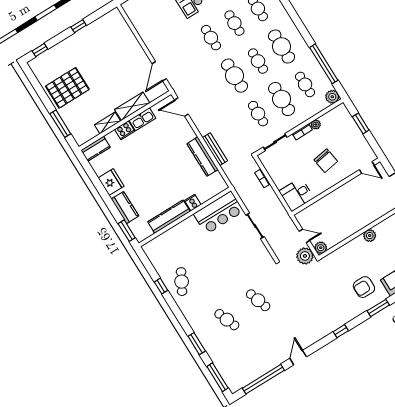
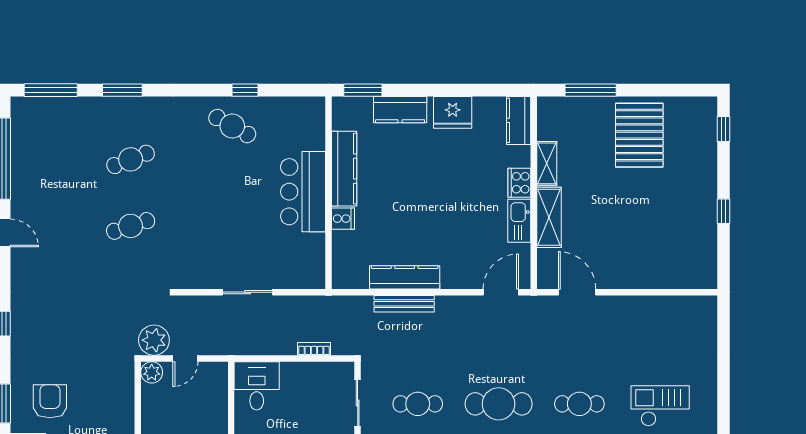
bar counter: (219, 213) -> (303, 192), moved

